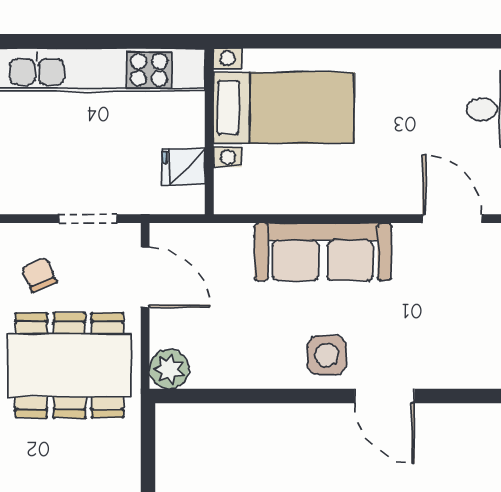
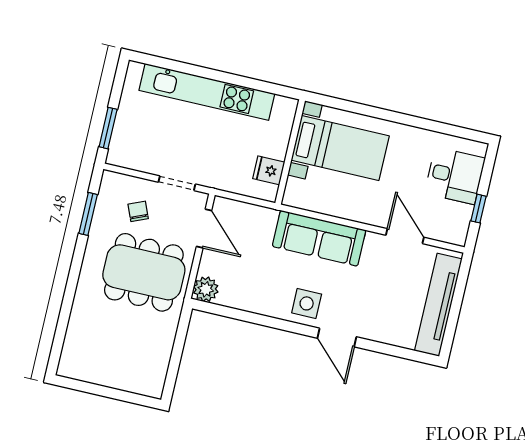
bed with nightstands: (284, 108) -> (340, 148), moved
wall: (209, 131) -> (290, 152), moved
fridge: (183, 167) -> (269, 170), moved

